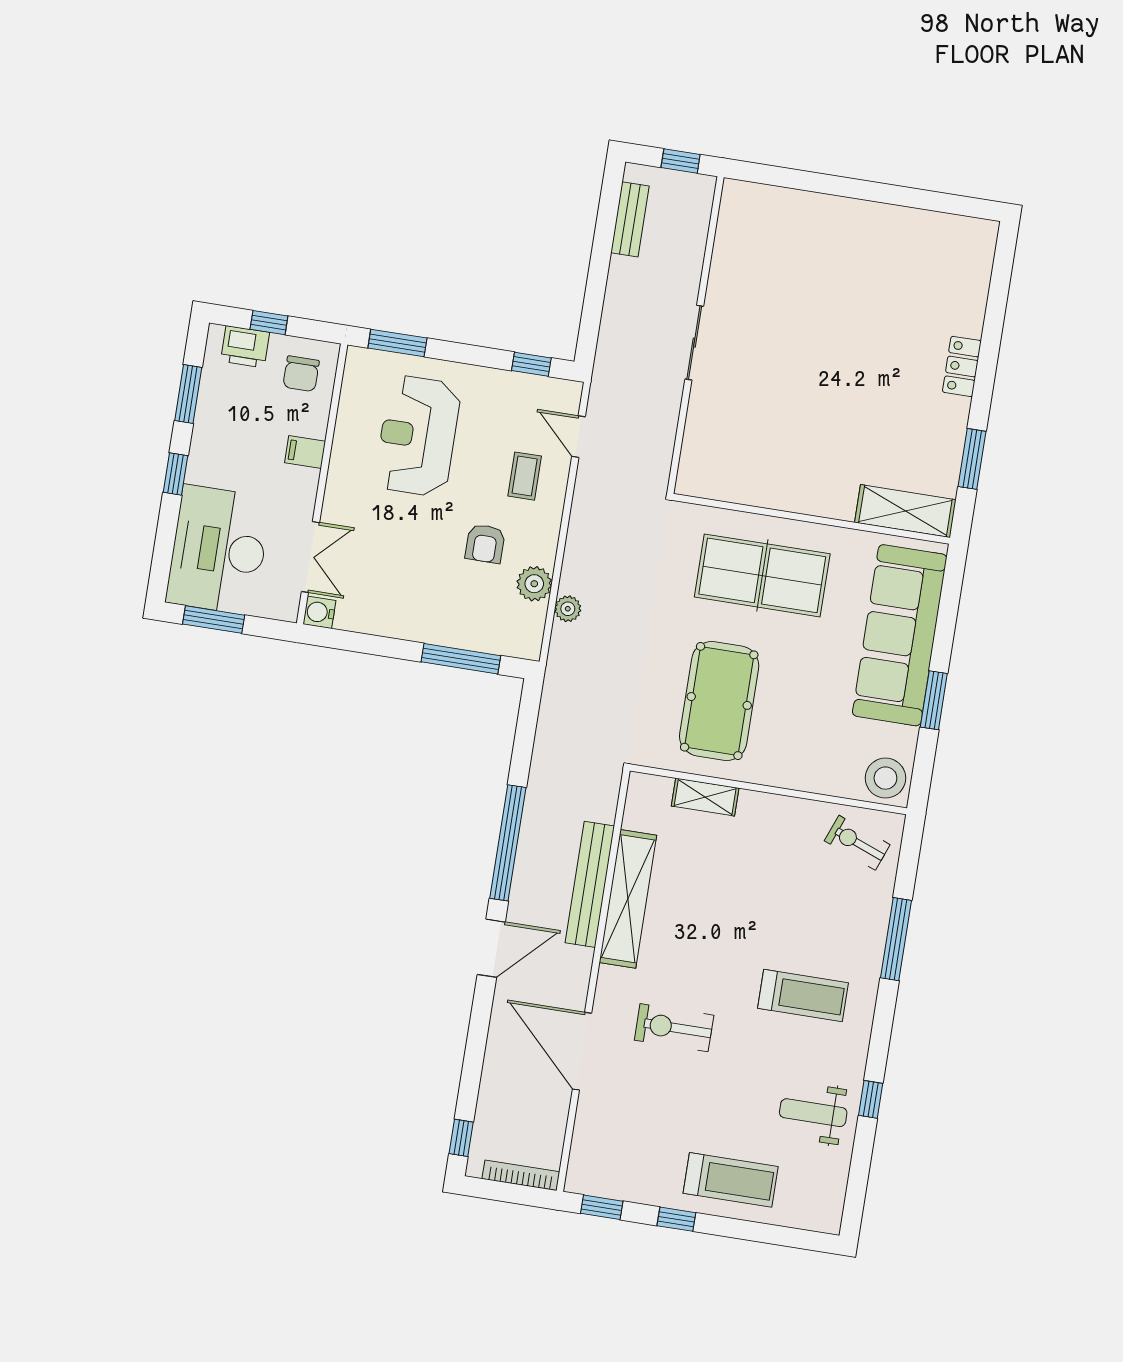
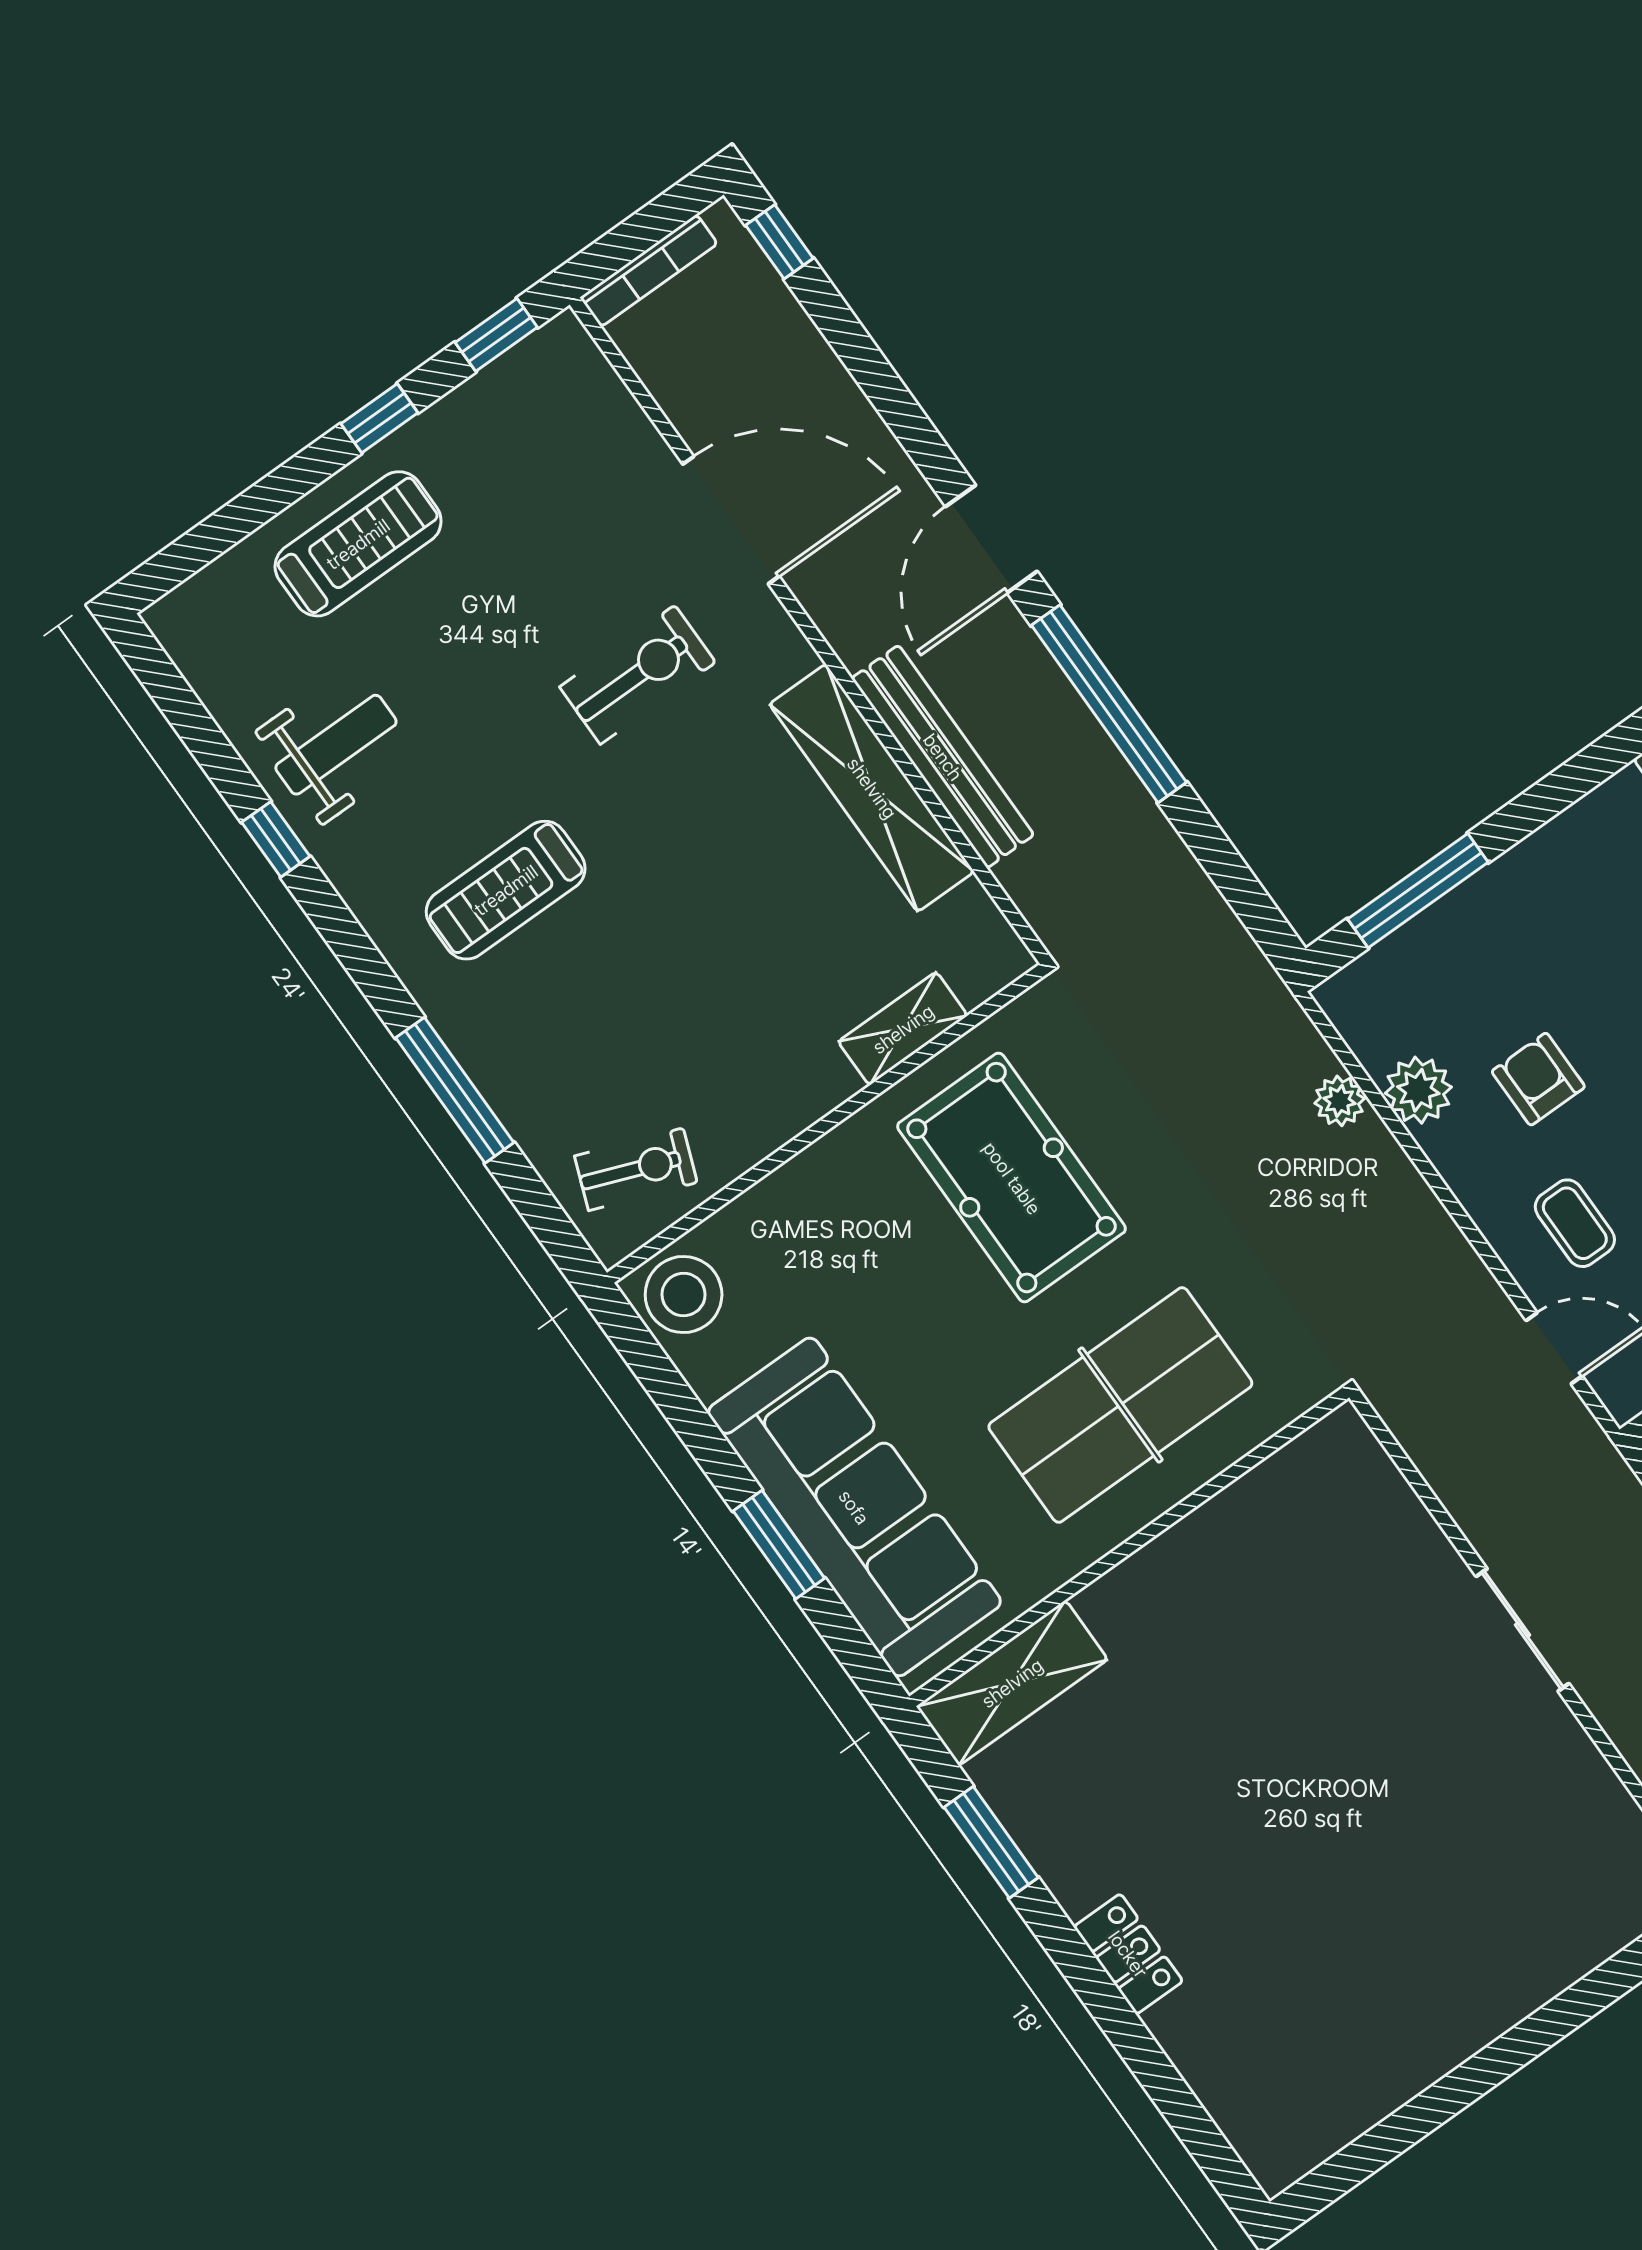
window: (934, 700) -> (779, 1545), moved
treadmill: (731, 1180) -> (358, 544), turned 180

